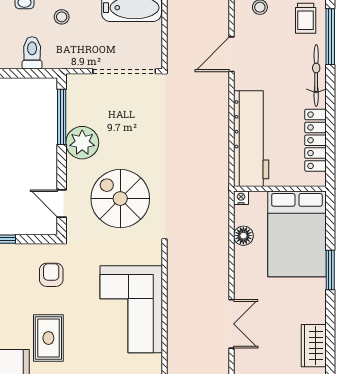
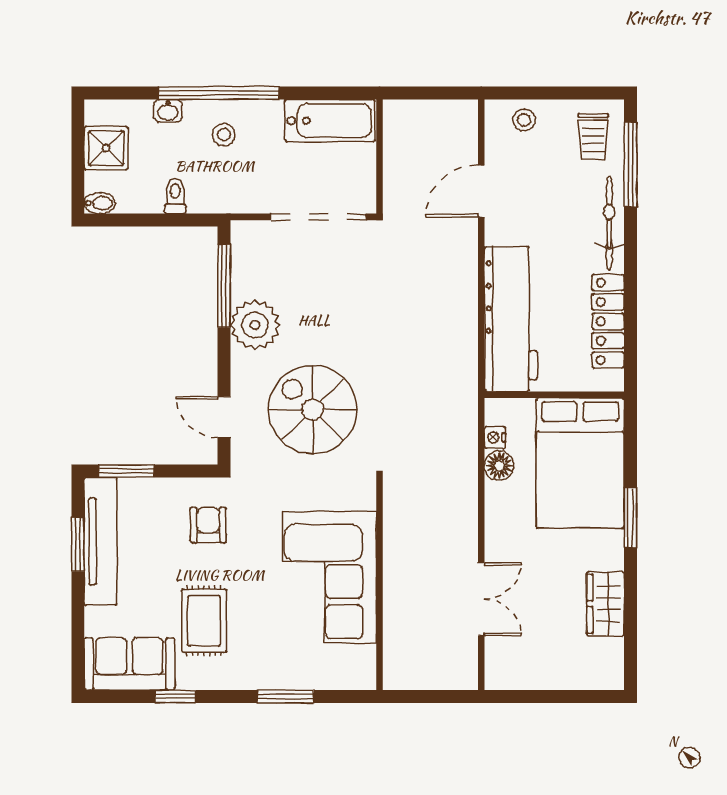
toilet: (32, 53) -> (175, 196), width x0.73, depth x0.72
nightstand: (241, 198) -> (495, 437), moved, turned -90
wardrobe: (314, 346) -> (605, 604), moved

